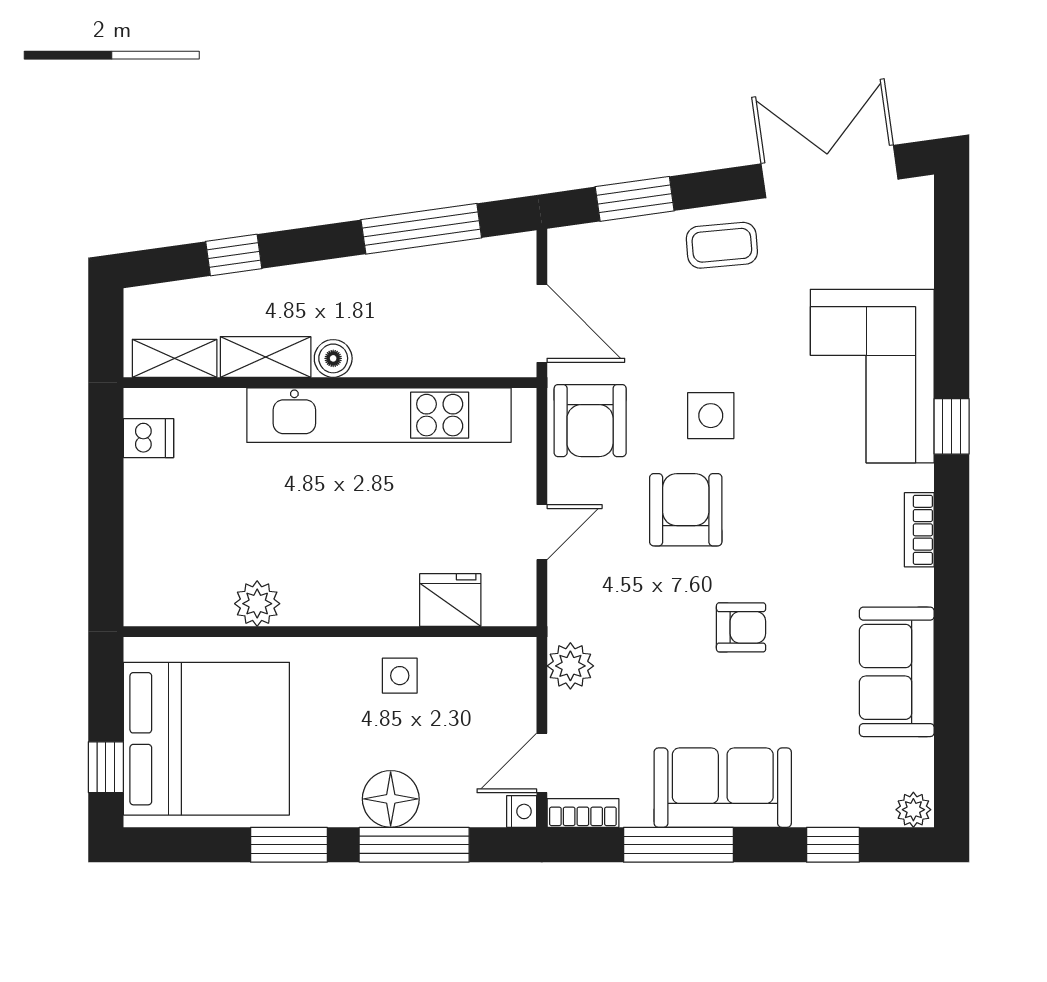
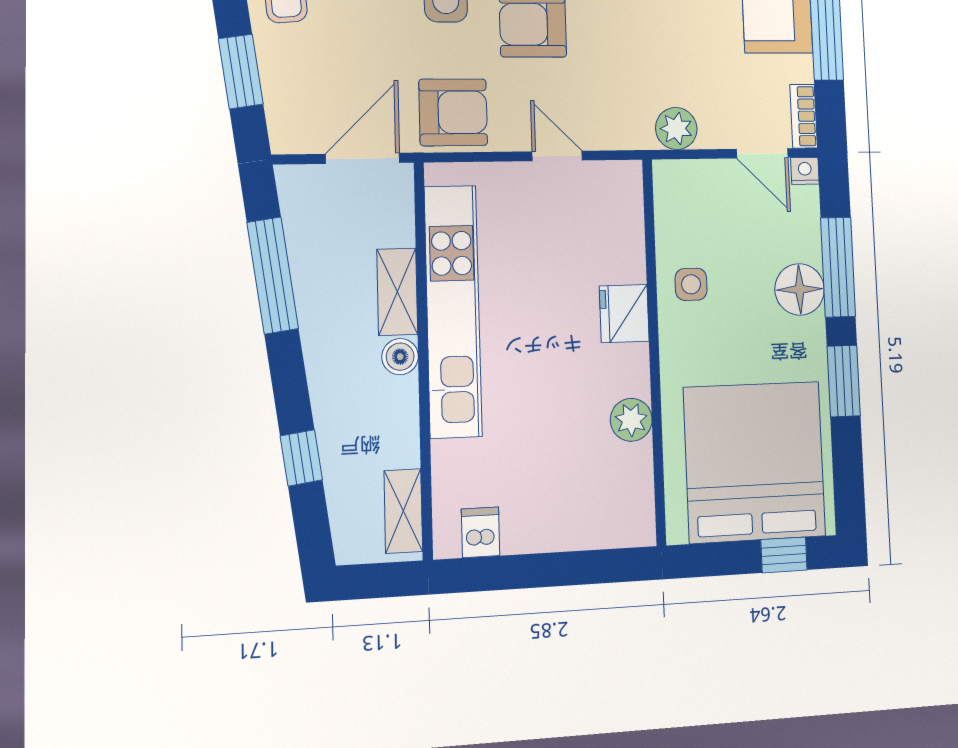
shelving: (266, 357) -> (397, 292), moved
fridge: (450, 600) -> (624, 314), moved

